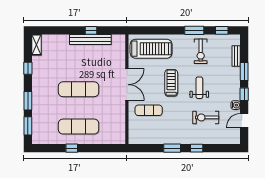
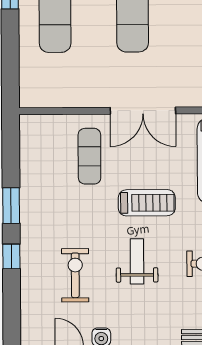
weight bench: (199, 88) -> (137, 261), turned -90

